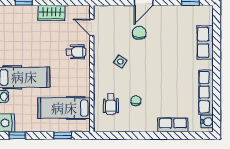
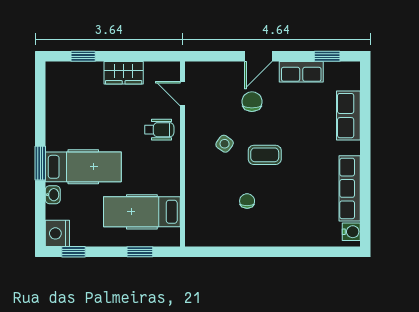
coffee table: (148, 69) -> (265, 155), added
wheelchair: (111, 104) -> (211, 206), removed
row of seats: (173, 125) -> (301, 72), moved, turned 180

